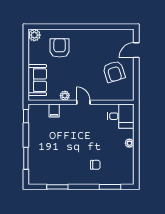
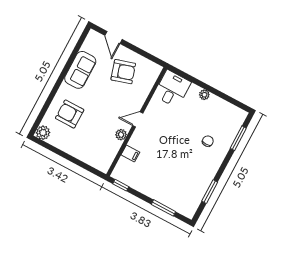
sofa: (37, 80) -> (80, 70), moved, turned 90

